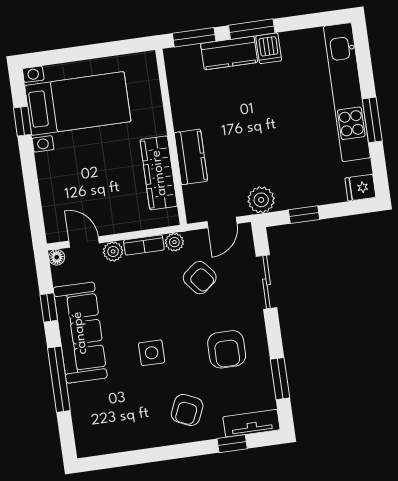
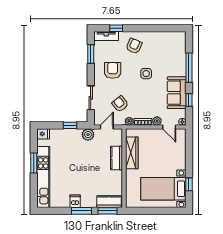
kitchen counter: (229, 53) -> (109, 202), moved
sofa: (80, 333) -> (177, 93), width x0.73

